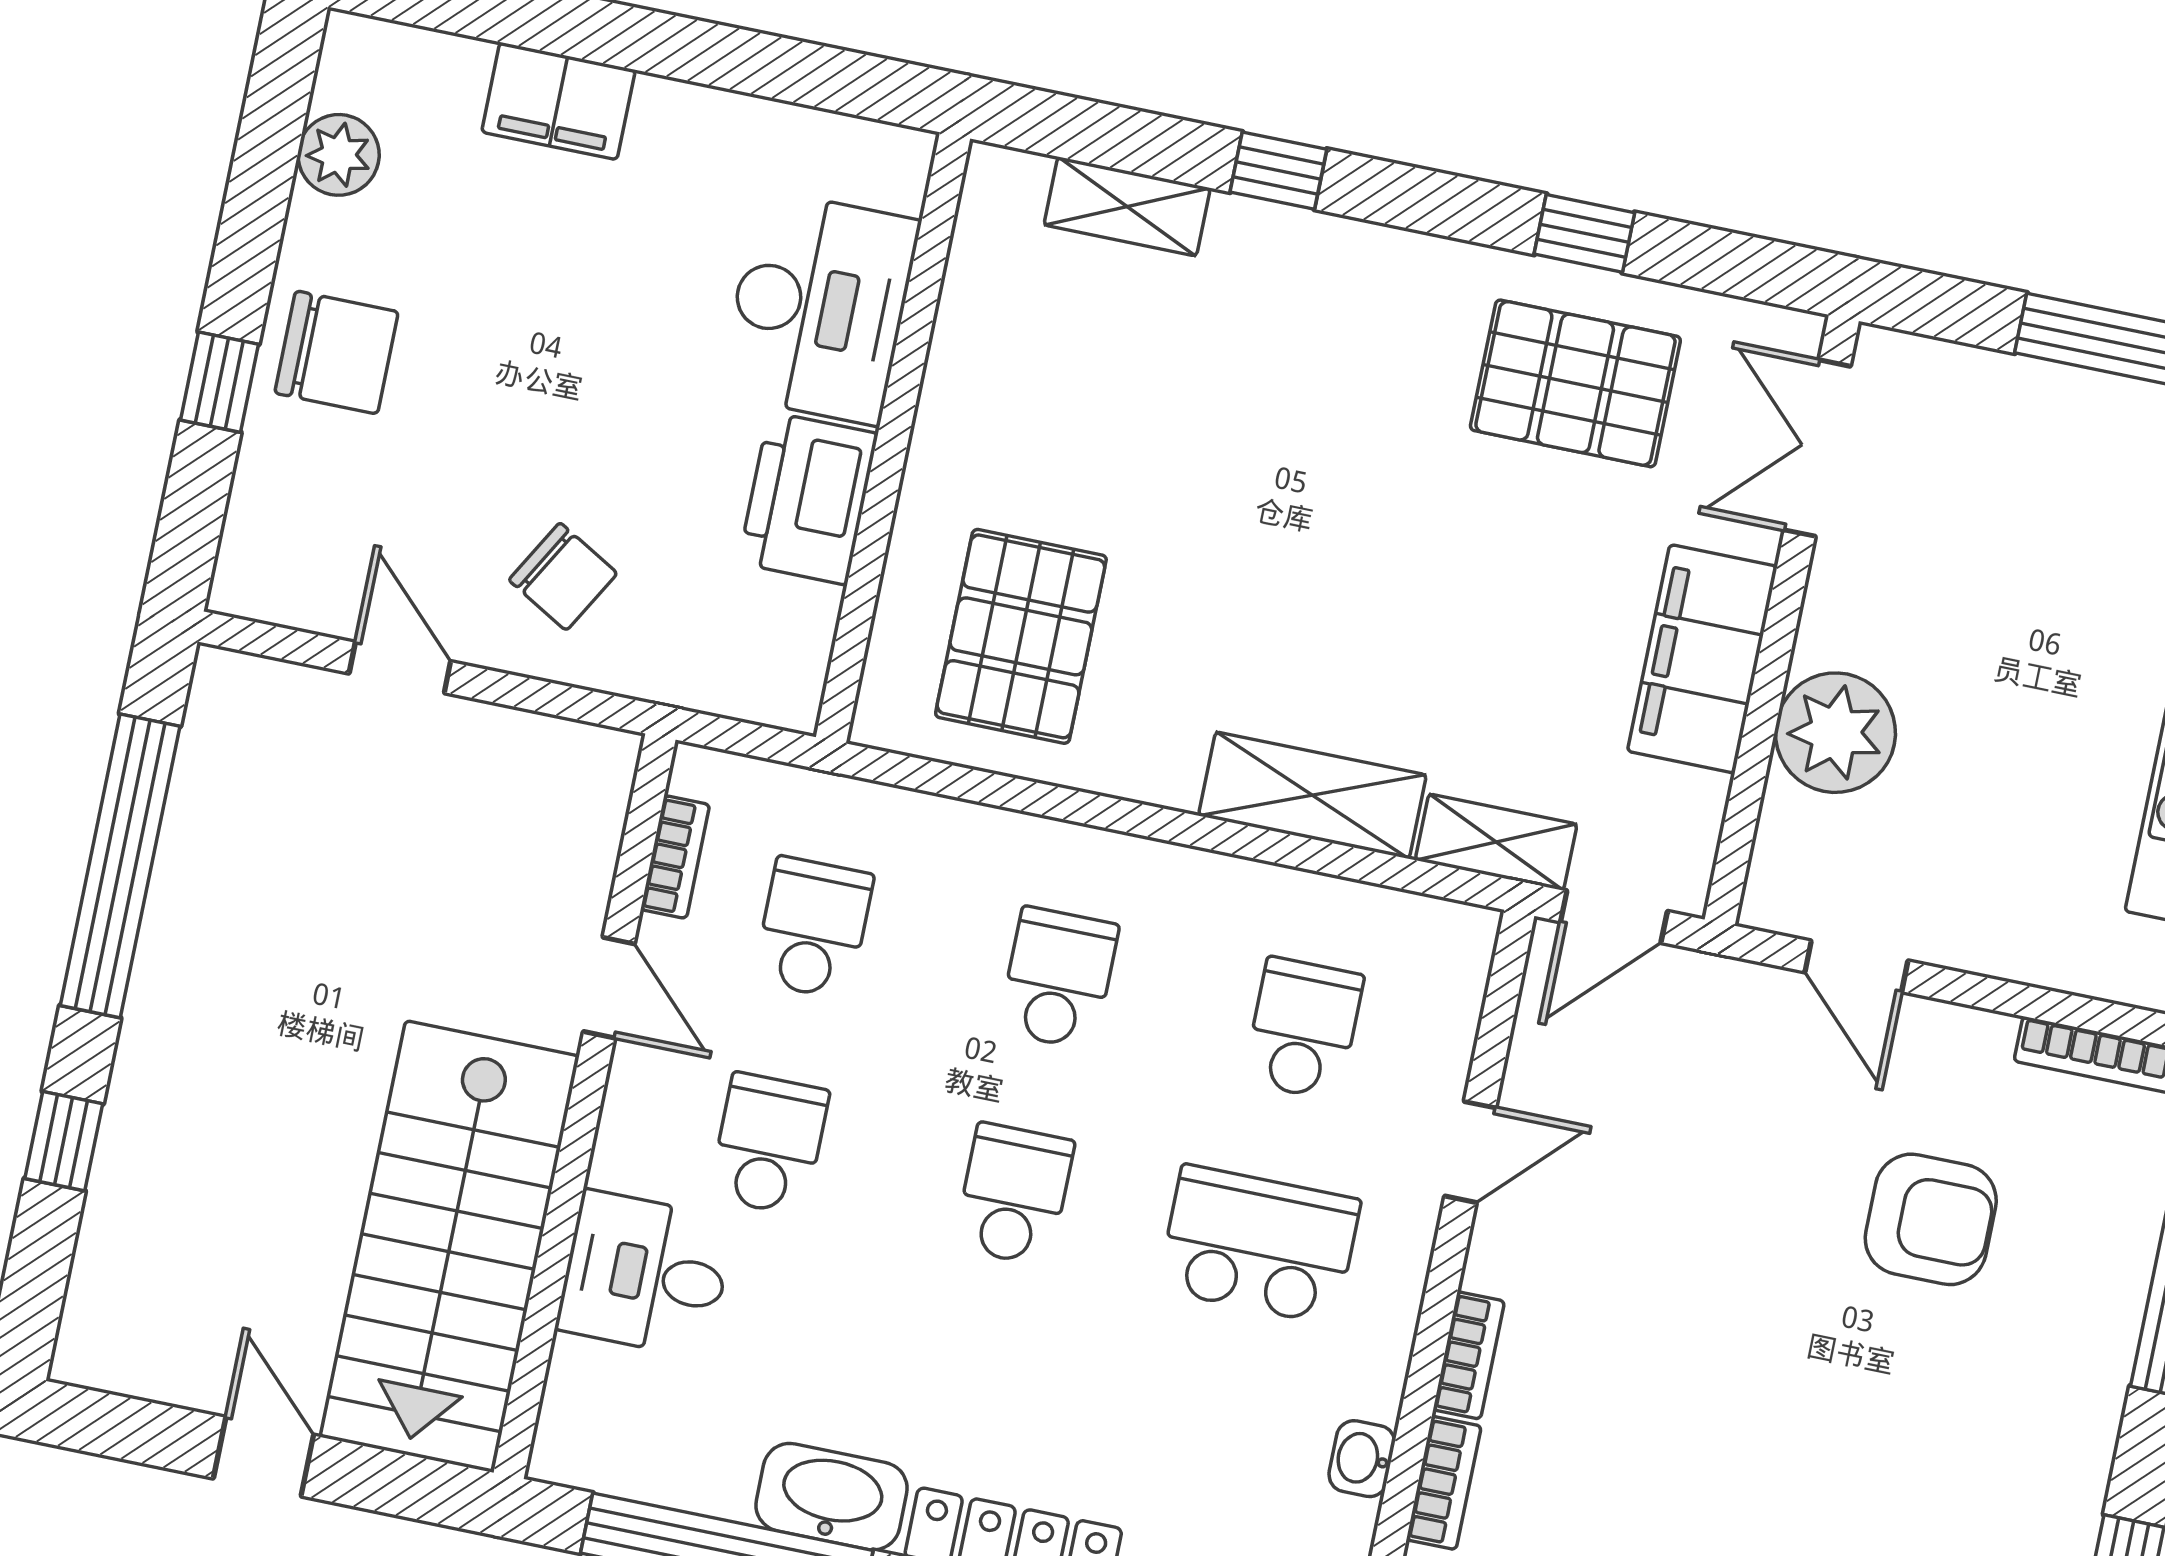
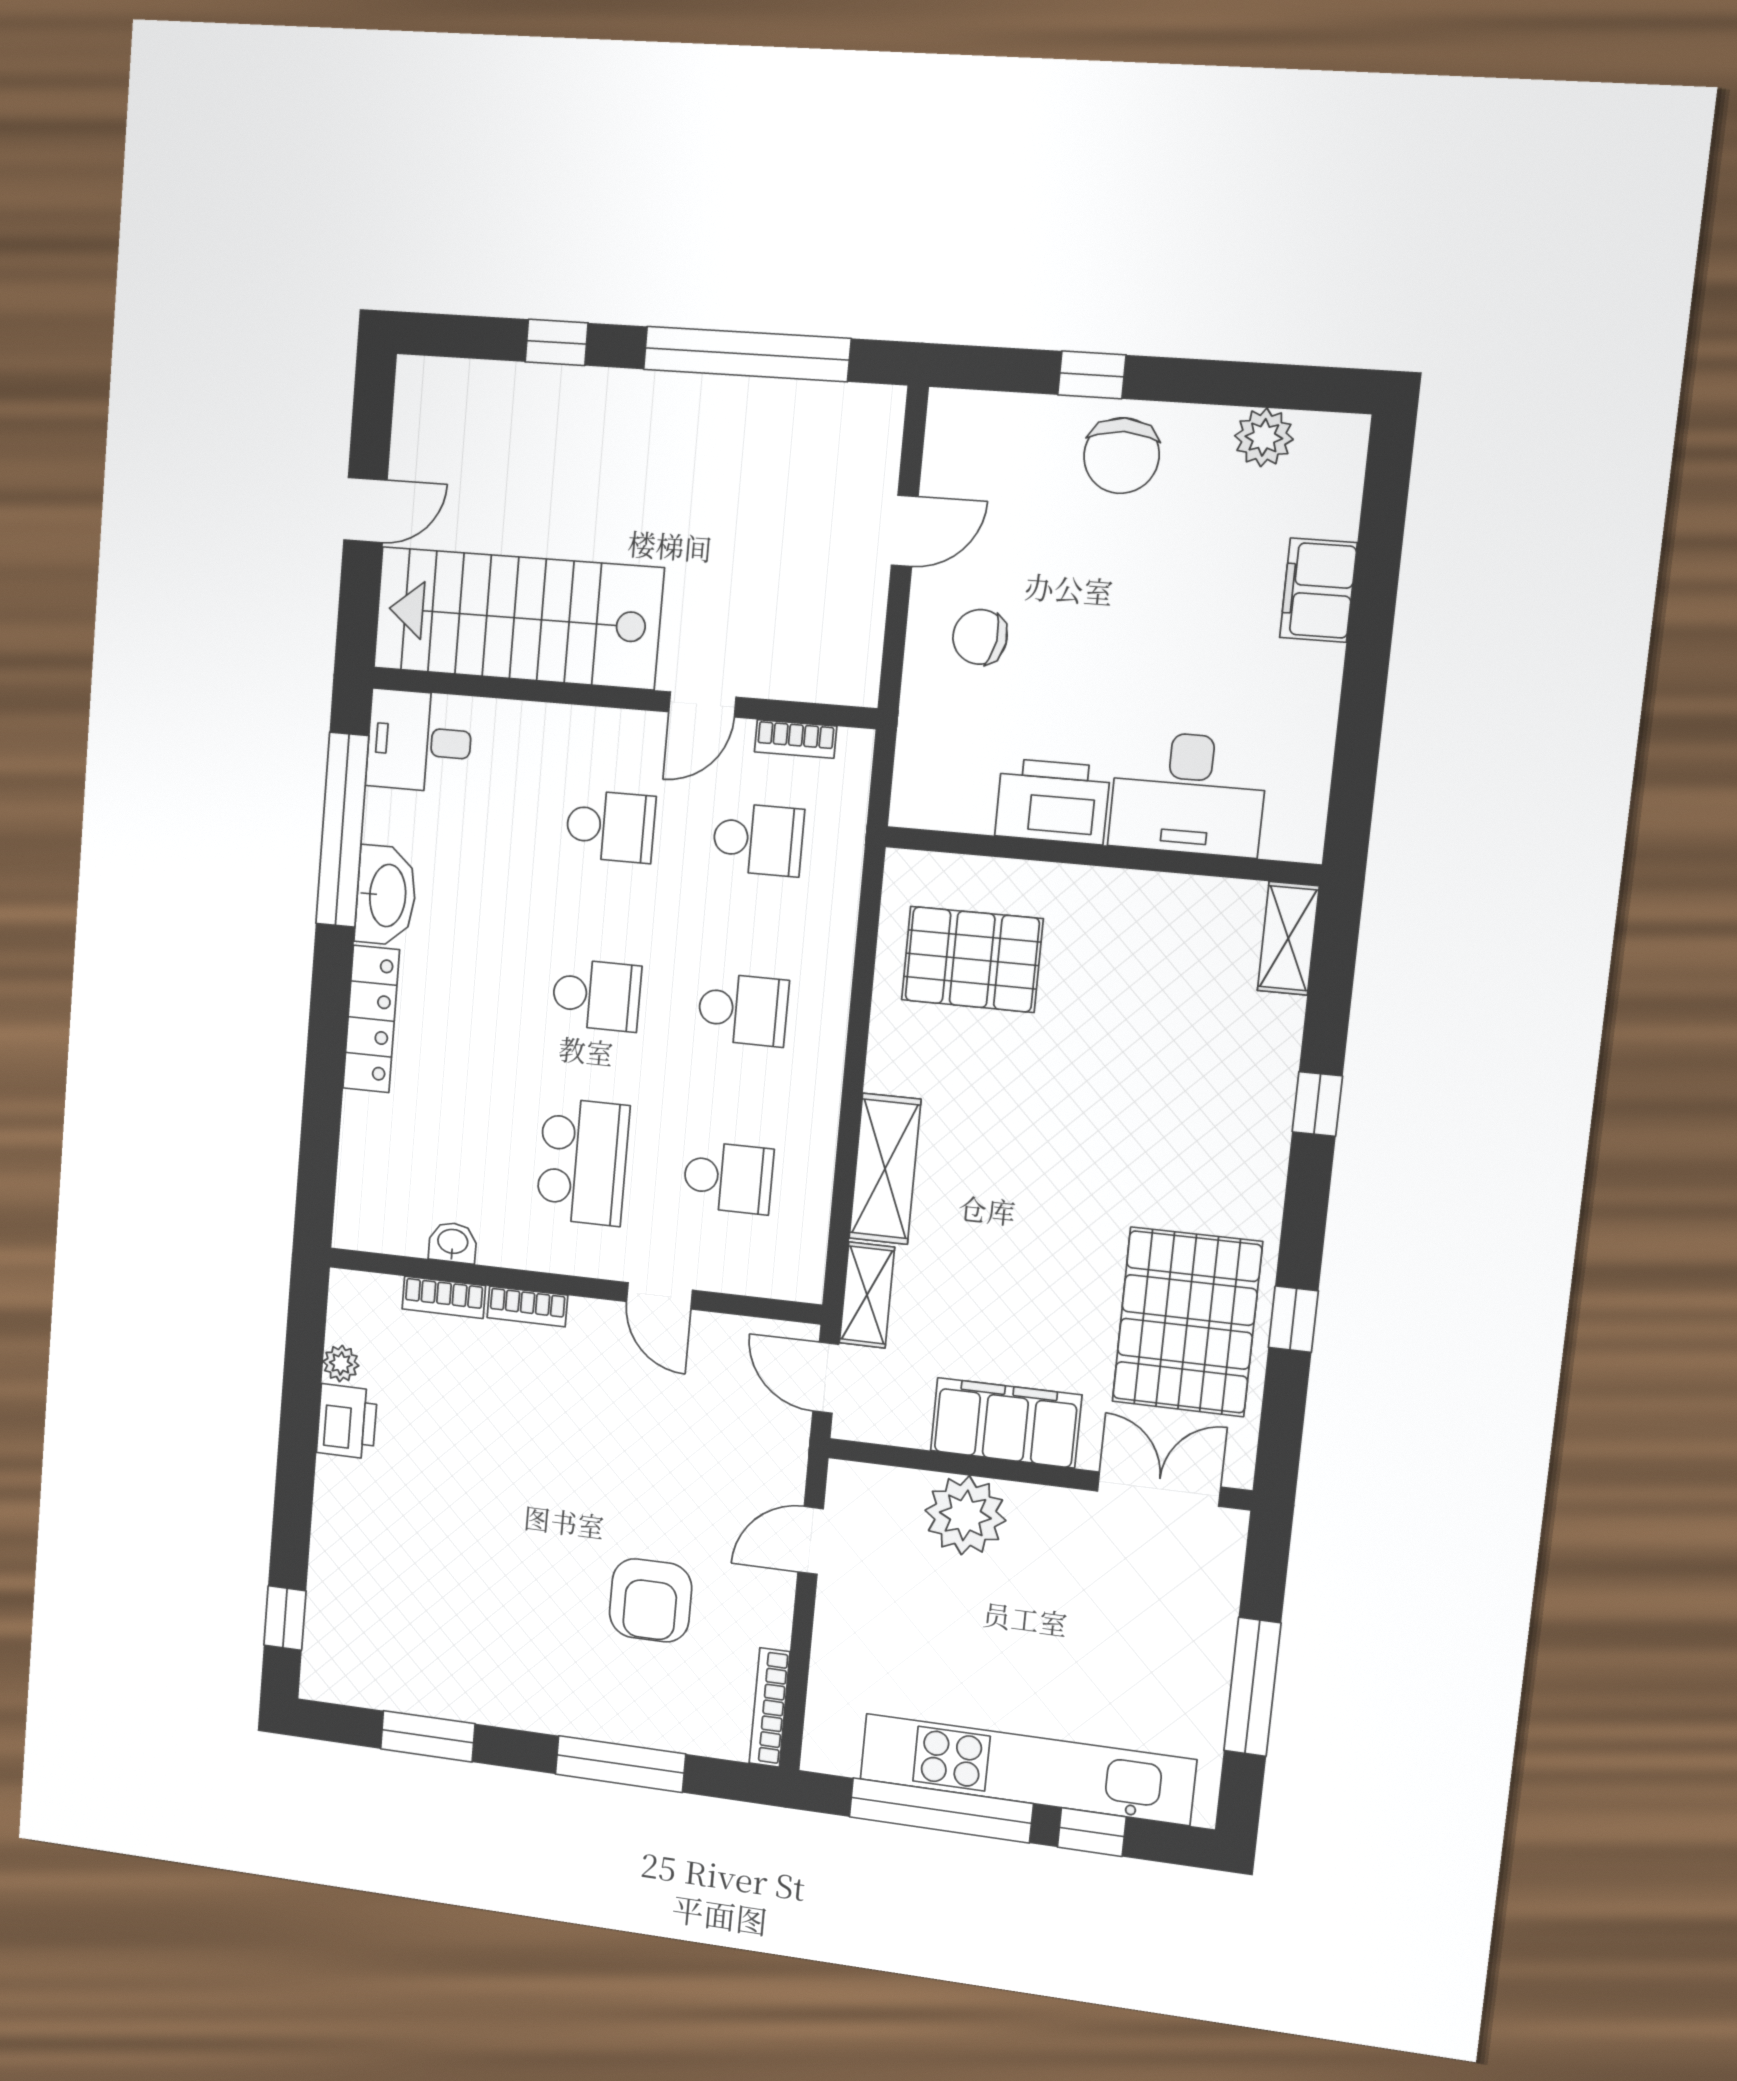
shelving: (1127, 206) -> (1288, 938), moved
pallet: (1575, 383) -> (1187, 1322), width x1.37, depth x1.41
chair: (563, 577) -> (980, 637), turned 69
desk: (645, 1274) -> (419, 741), moved, turned -90

